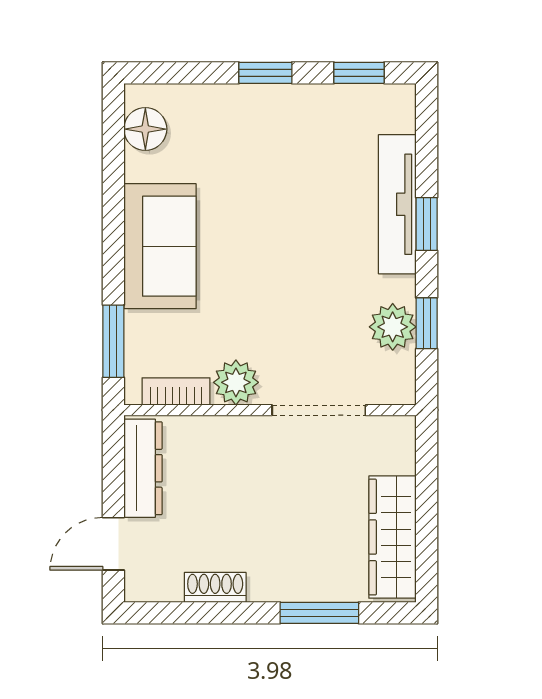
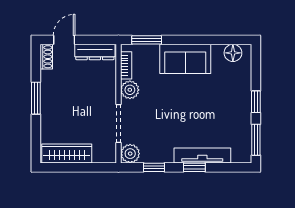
window: (359, 73) -> (256, 140), width x1.50
plant: (393, 327) -> (130, 154), moved
door: (113, 544) -> (64, 40), hinge flipped
shoe rack: (215, 587) -> (46, 57), moved
window: (319, 613) -> (36, 98), moved

